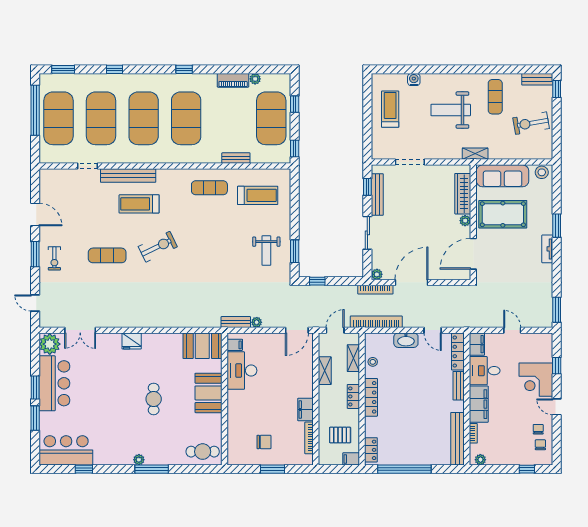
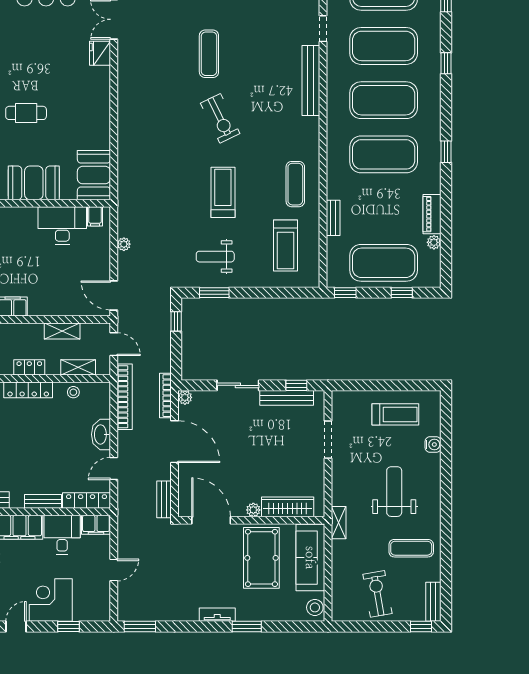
treadmill: (139, 204) -> (223, 192), moved
bench: (236, 322) -> (164, 499), moved
fridge: (132, 341) -> (100, 53), moved

